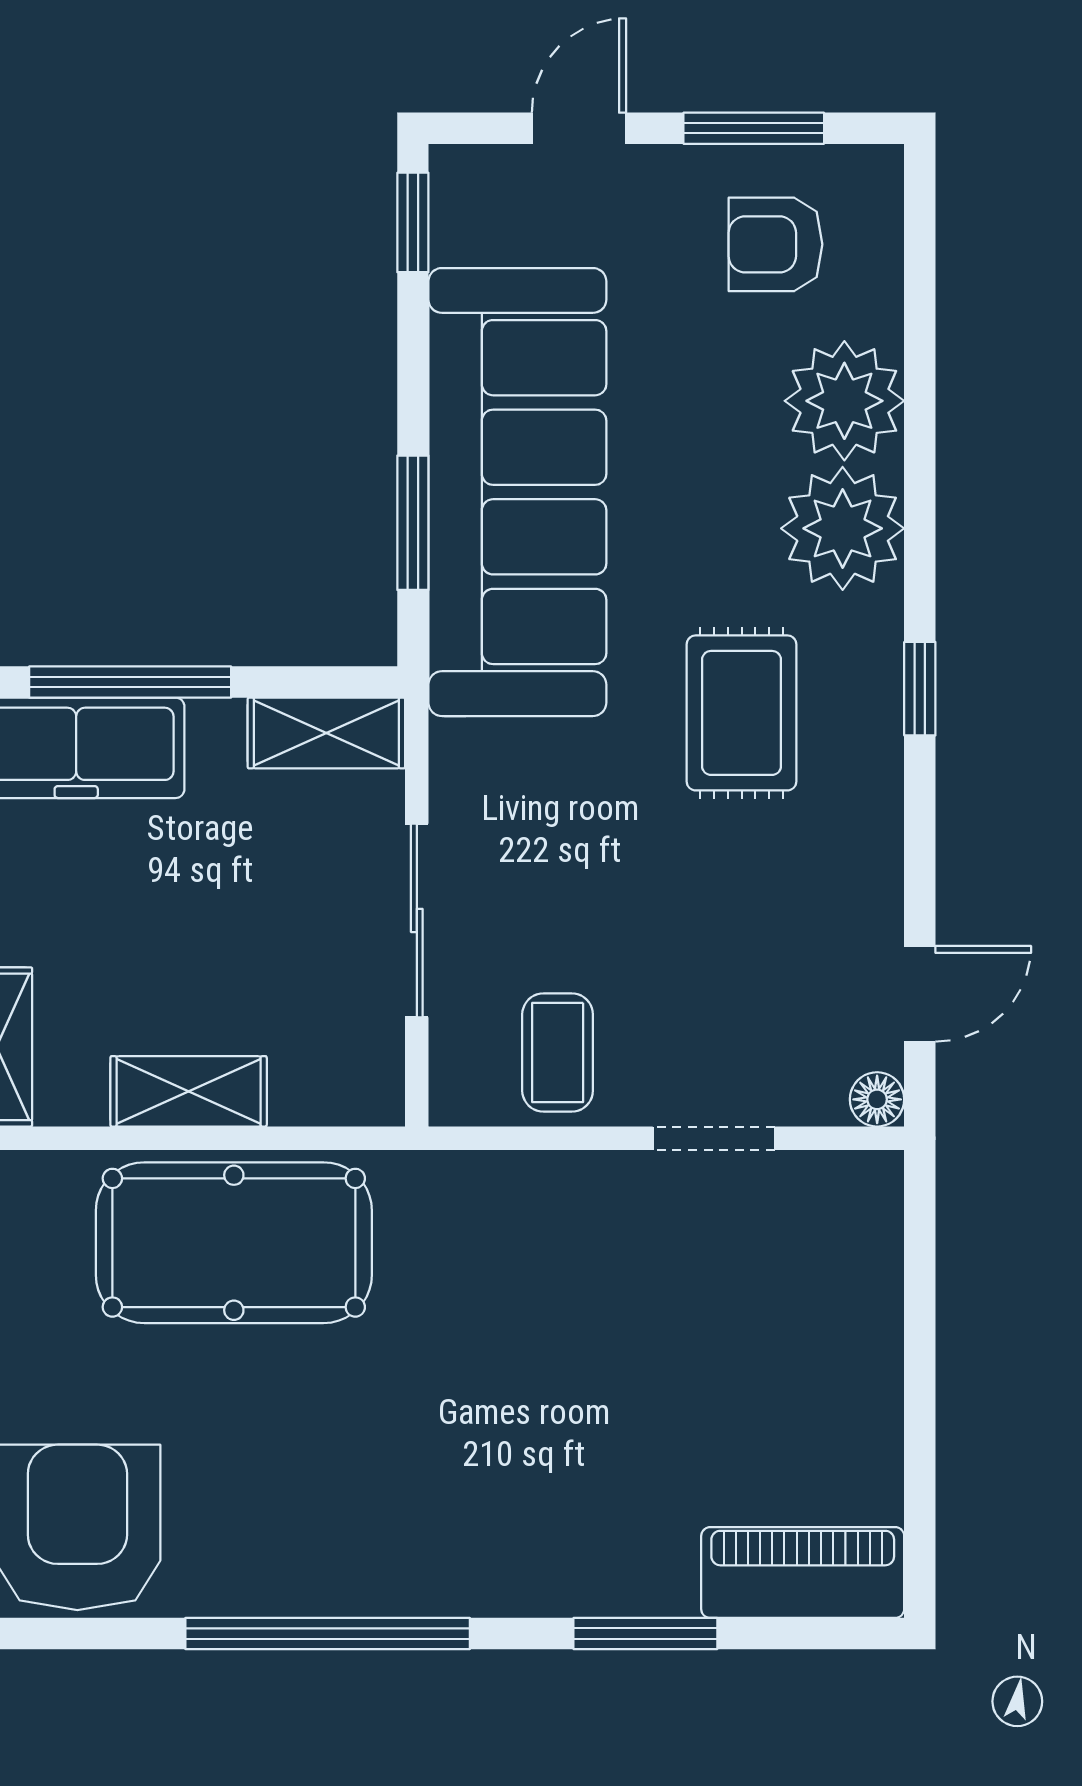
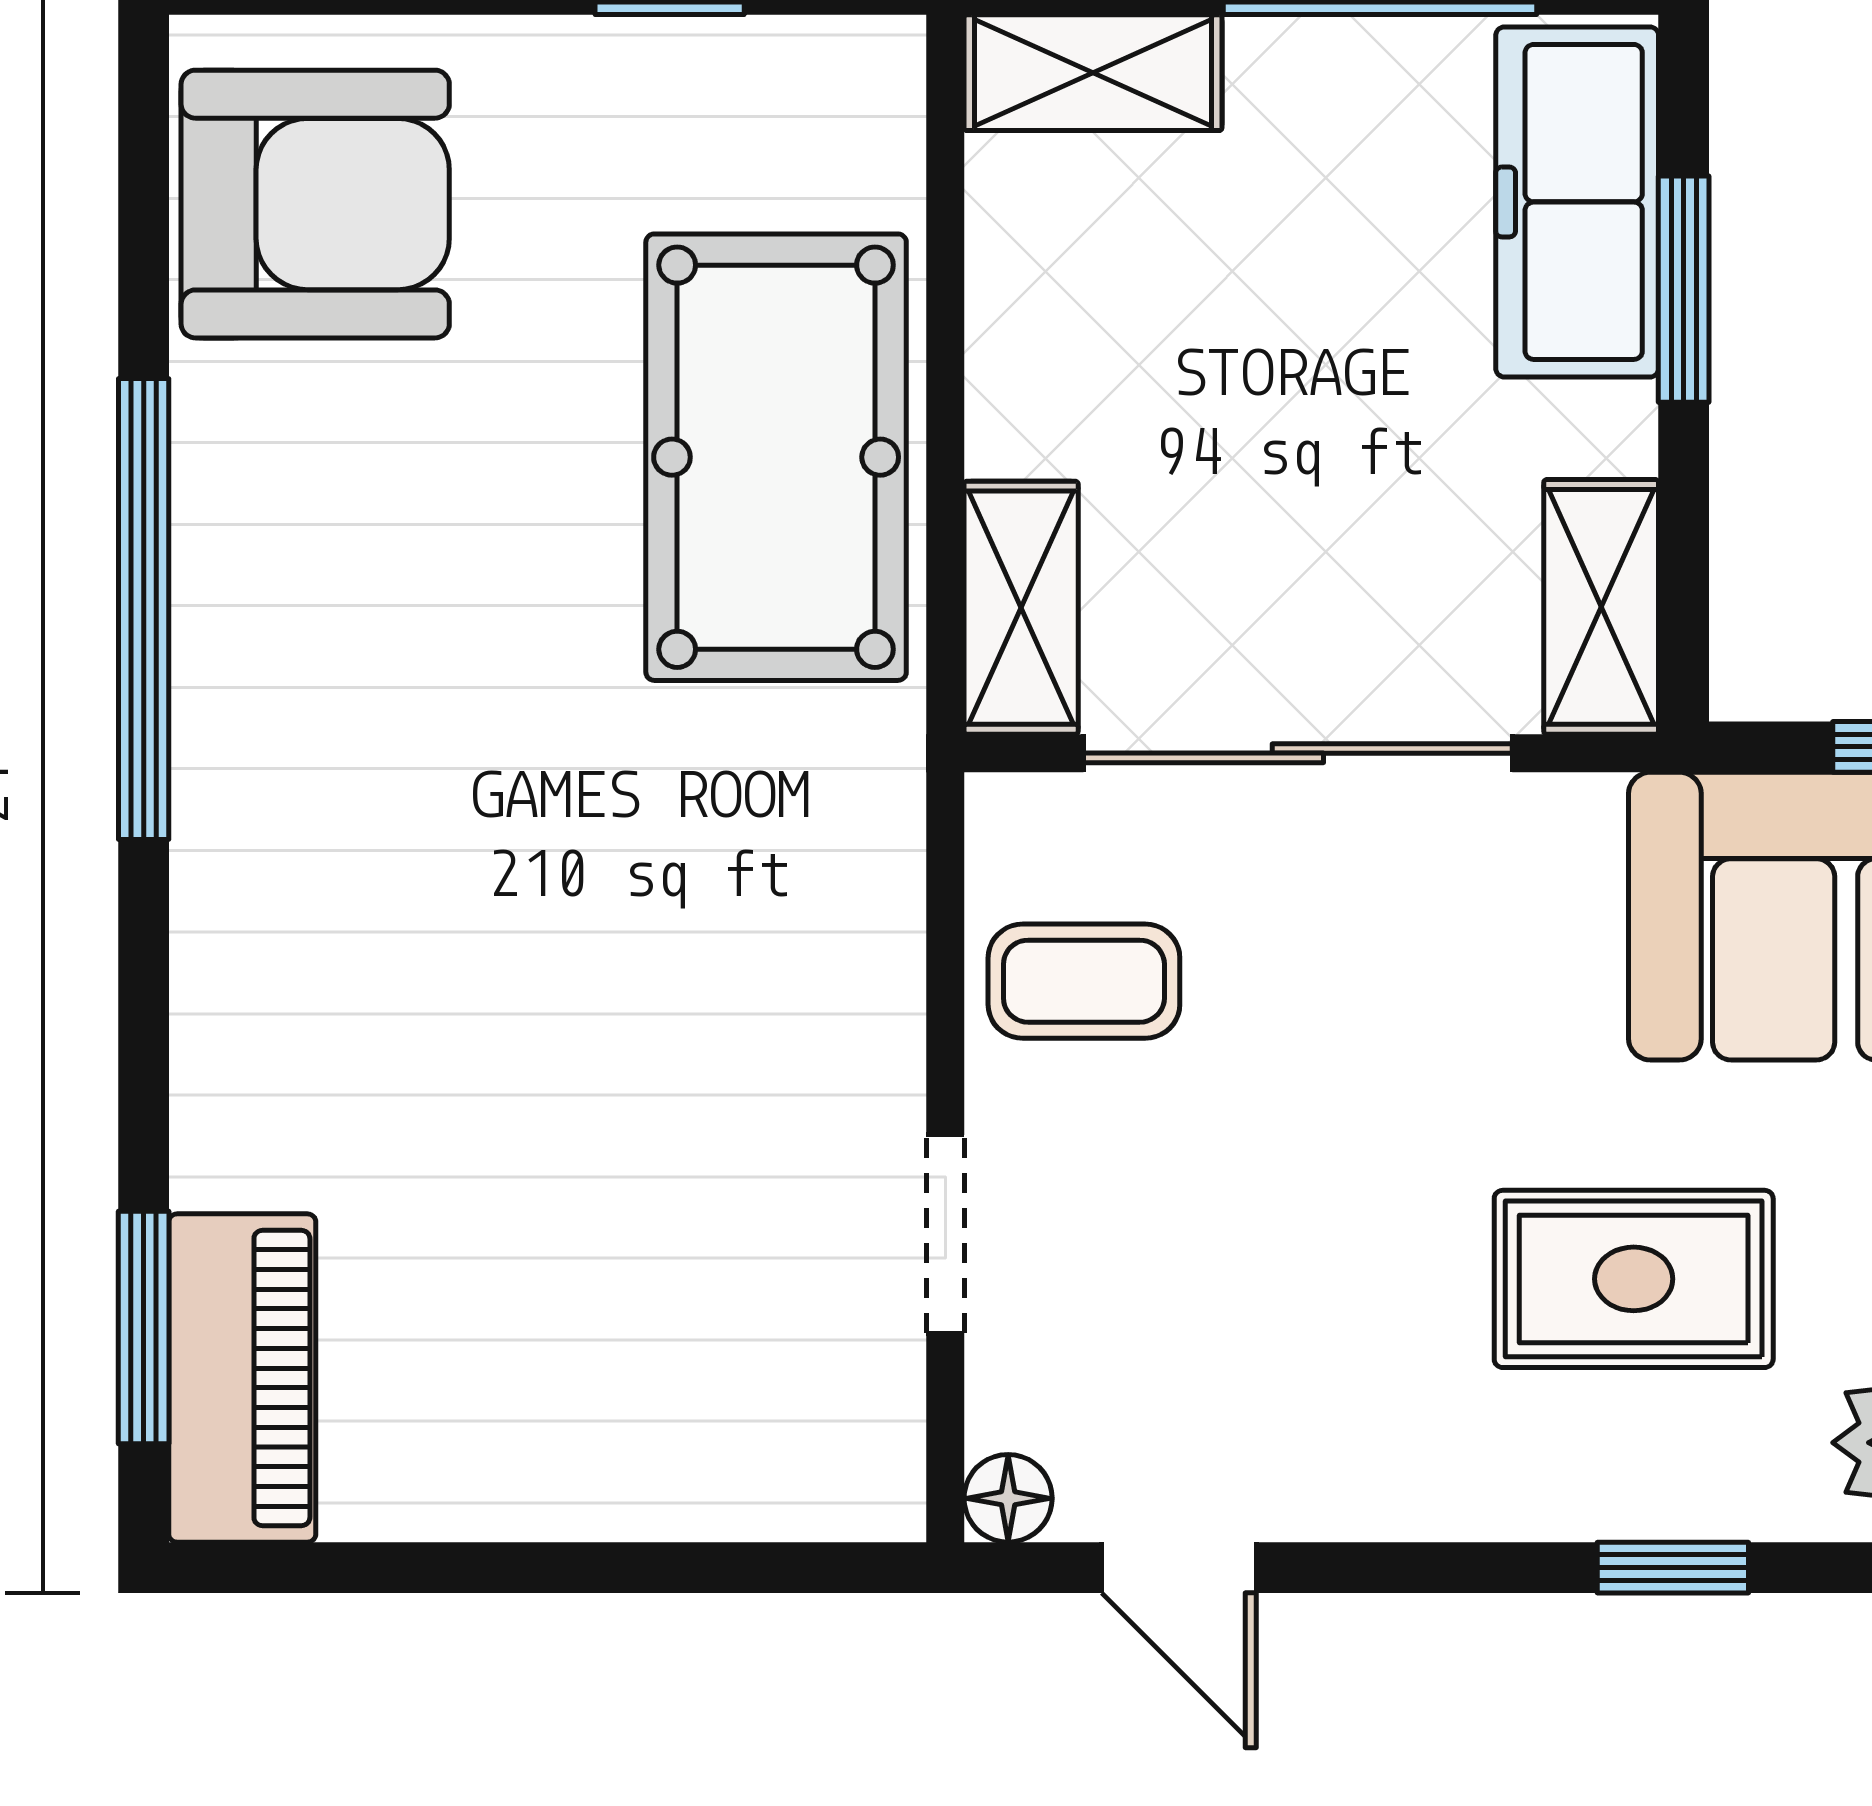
window: (130, 682) -> (1684, 289), width x0.69
sliding door: (417, 920) -> (1298, 753), width x1.37
shelving: (189, 1091) -> (1021, 608), moved
window: (645, 1633) -> (144, 1328), moved

